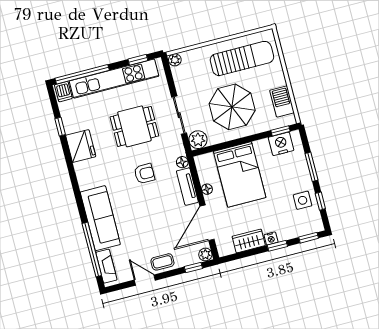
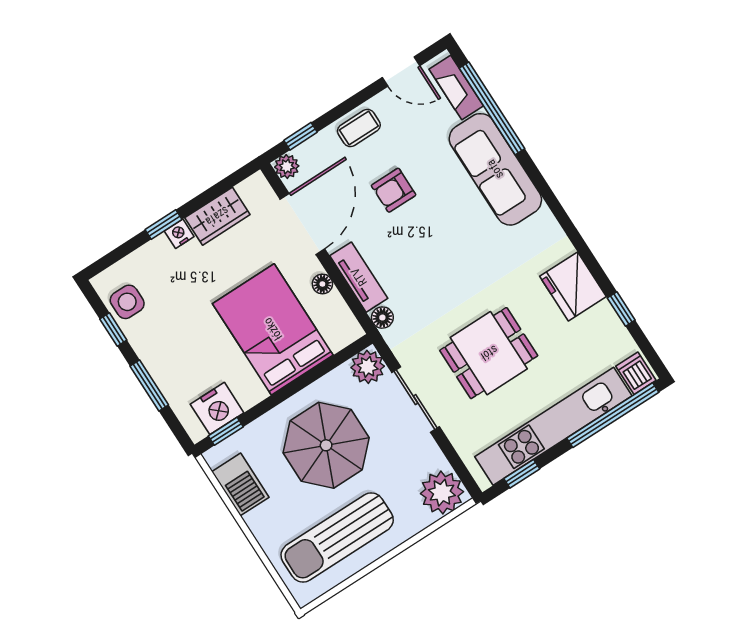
plant: (175, 60) -> (442, 493), width x1.87, depth x1.87
armchair: (144, 174) -> (394, 190), moved
side table: (303, 200) -> (127, 302), moved
window: (309, 238) -> (113, 257), removed
door: (145, 280) -> (401, 72), moved

